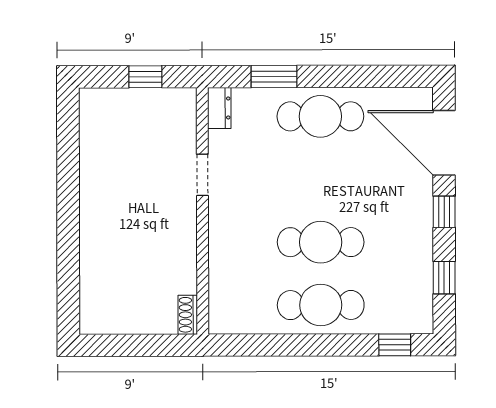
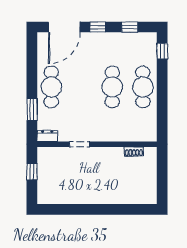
shoe rack: (188, 315) -> (134, 151), moved

